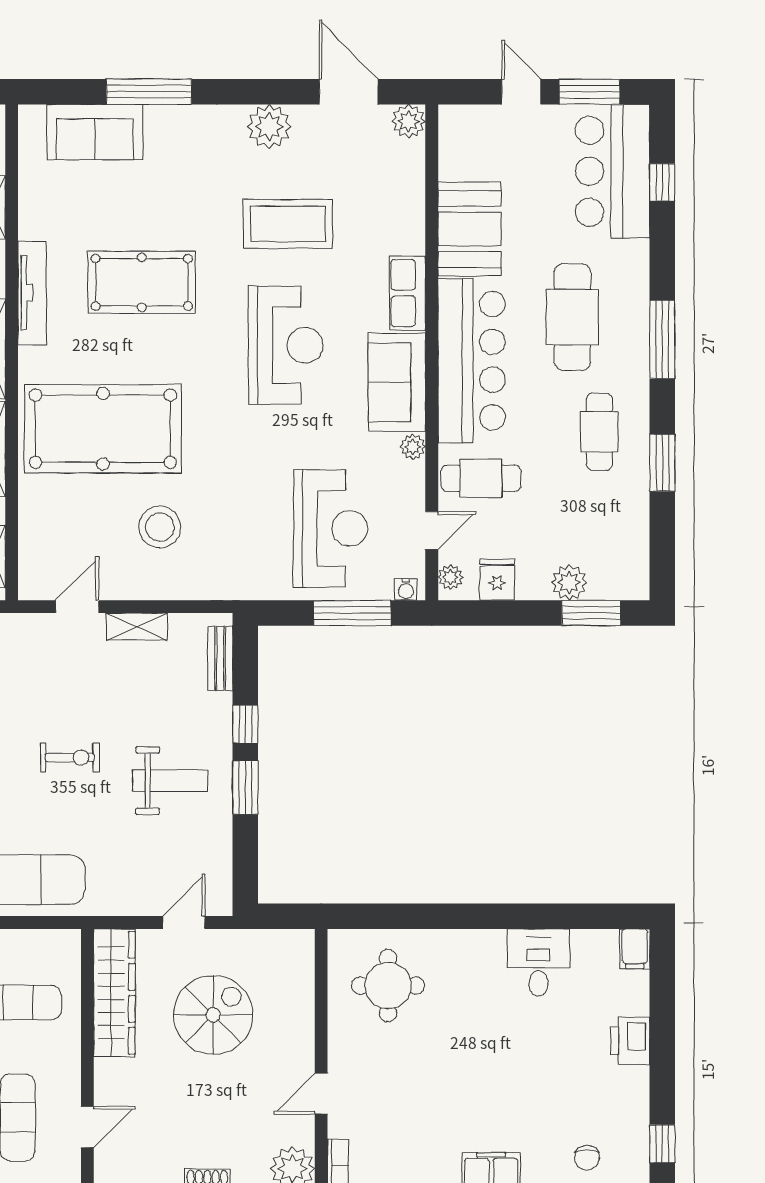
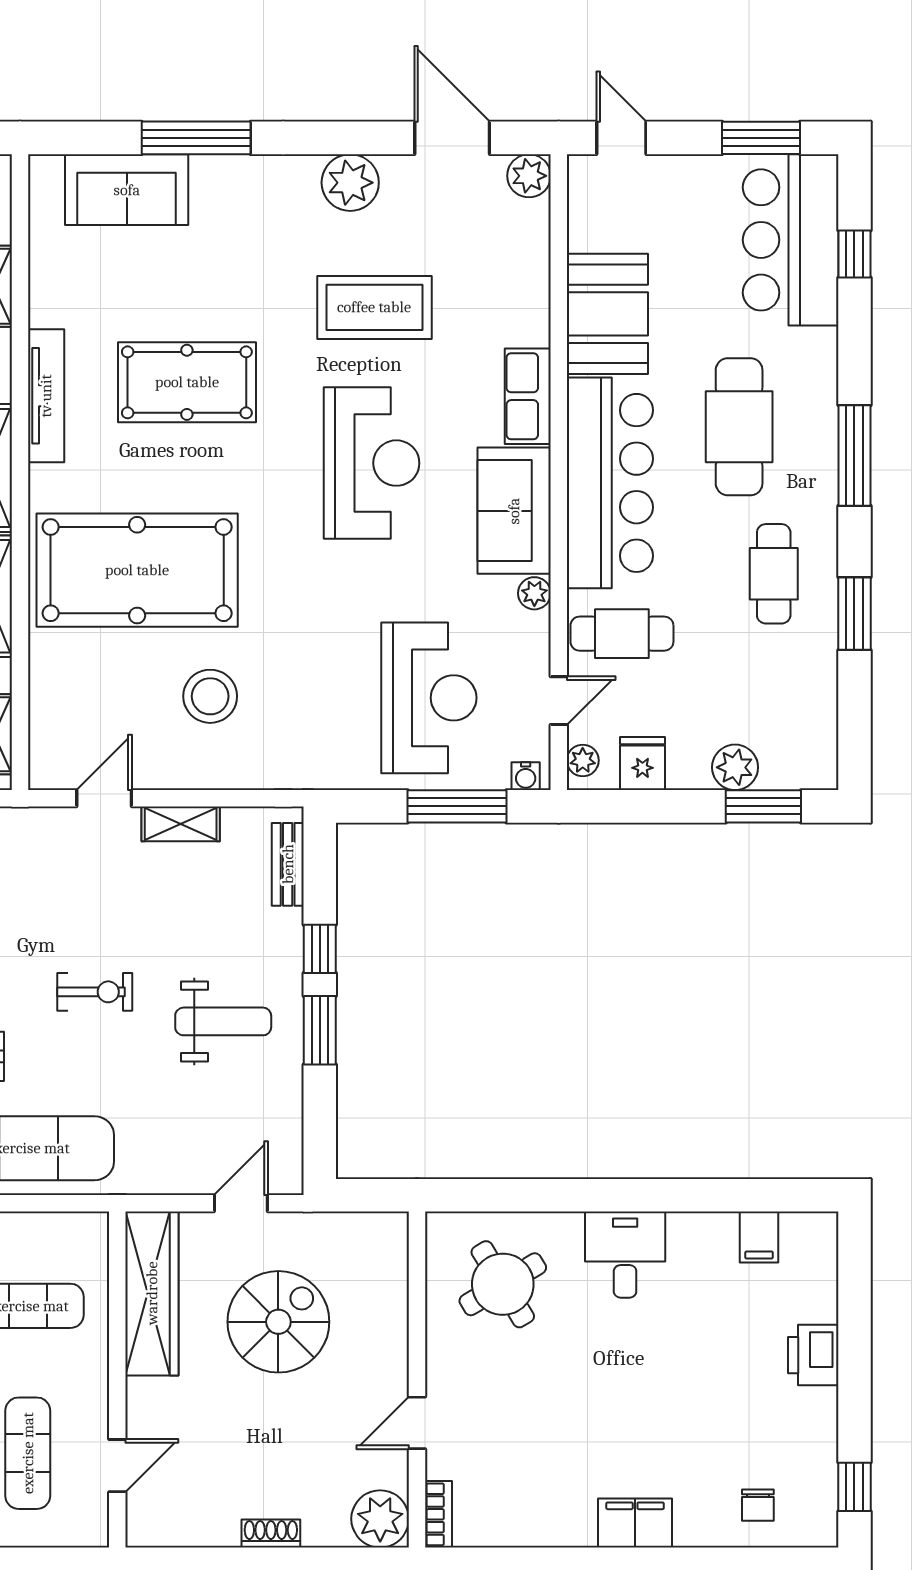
door: (521, 92) -> (621, 138), moved
filing cabinet: (635, 949) -> (759, 1237), moved
desk: (538, 962) -> (625, 1255), moved
round table: (388, 986) -> (503, 1284), turned -31

